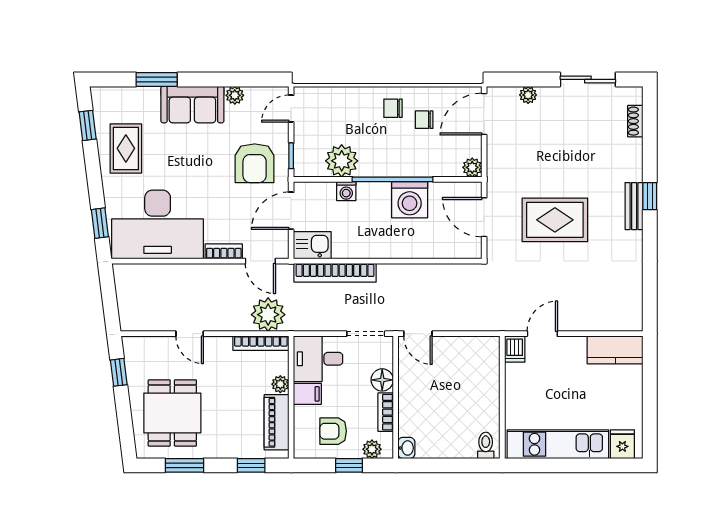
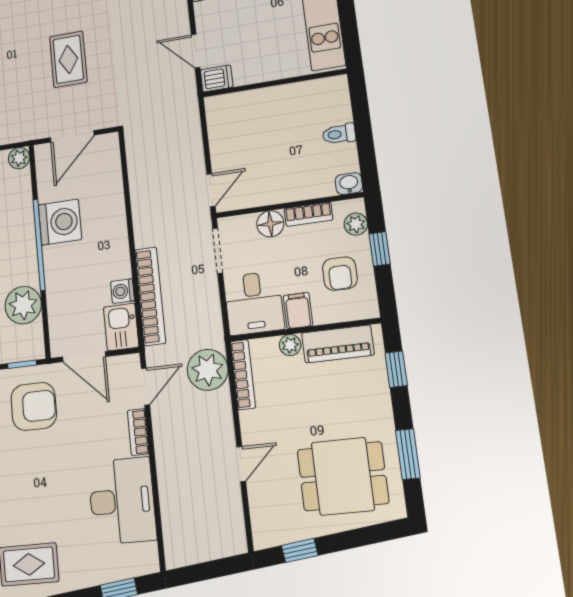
washing machine: (346, 191) -> (122, 291), moved, turned 180
rug: (555, 220) -> (68, 59), width x0.73, depth x0.70
desk: (158, 224) -> (122, 501), width x0.73, depth x0.77
toilet: (486, 445) -> (339, 134), moved

